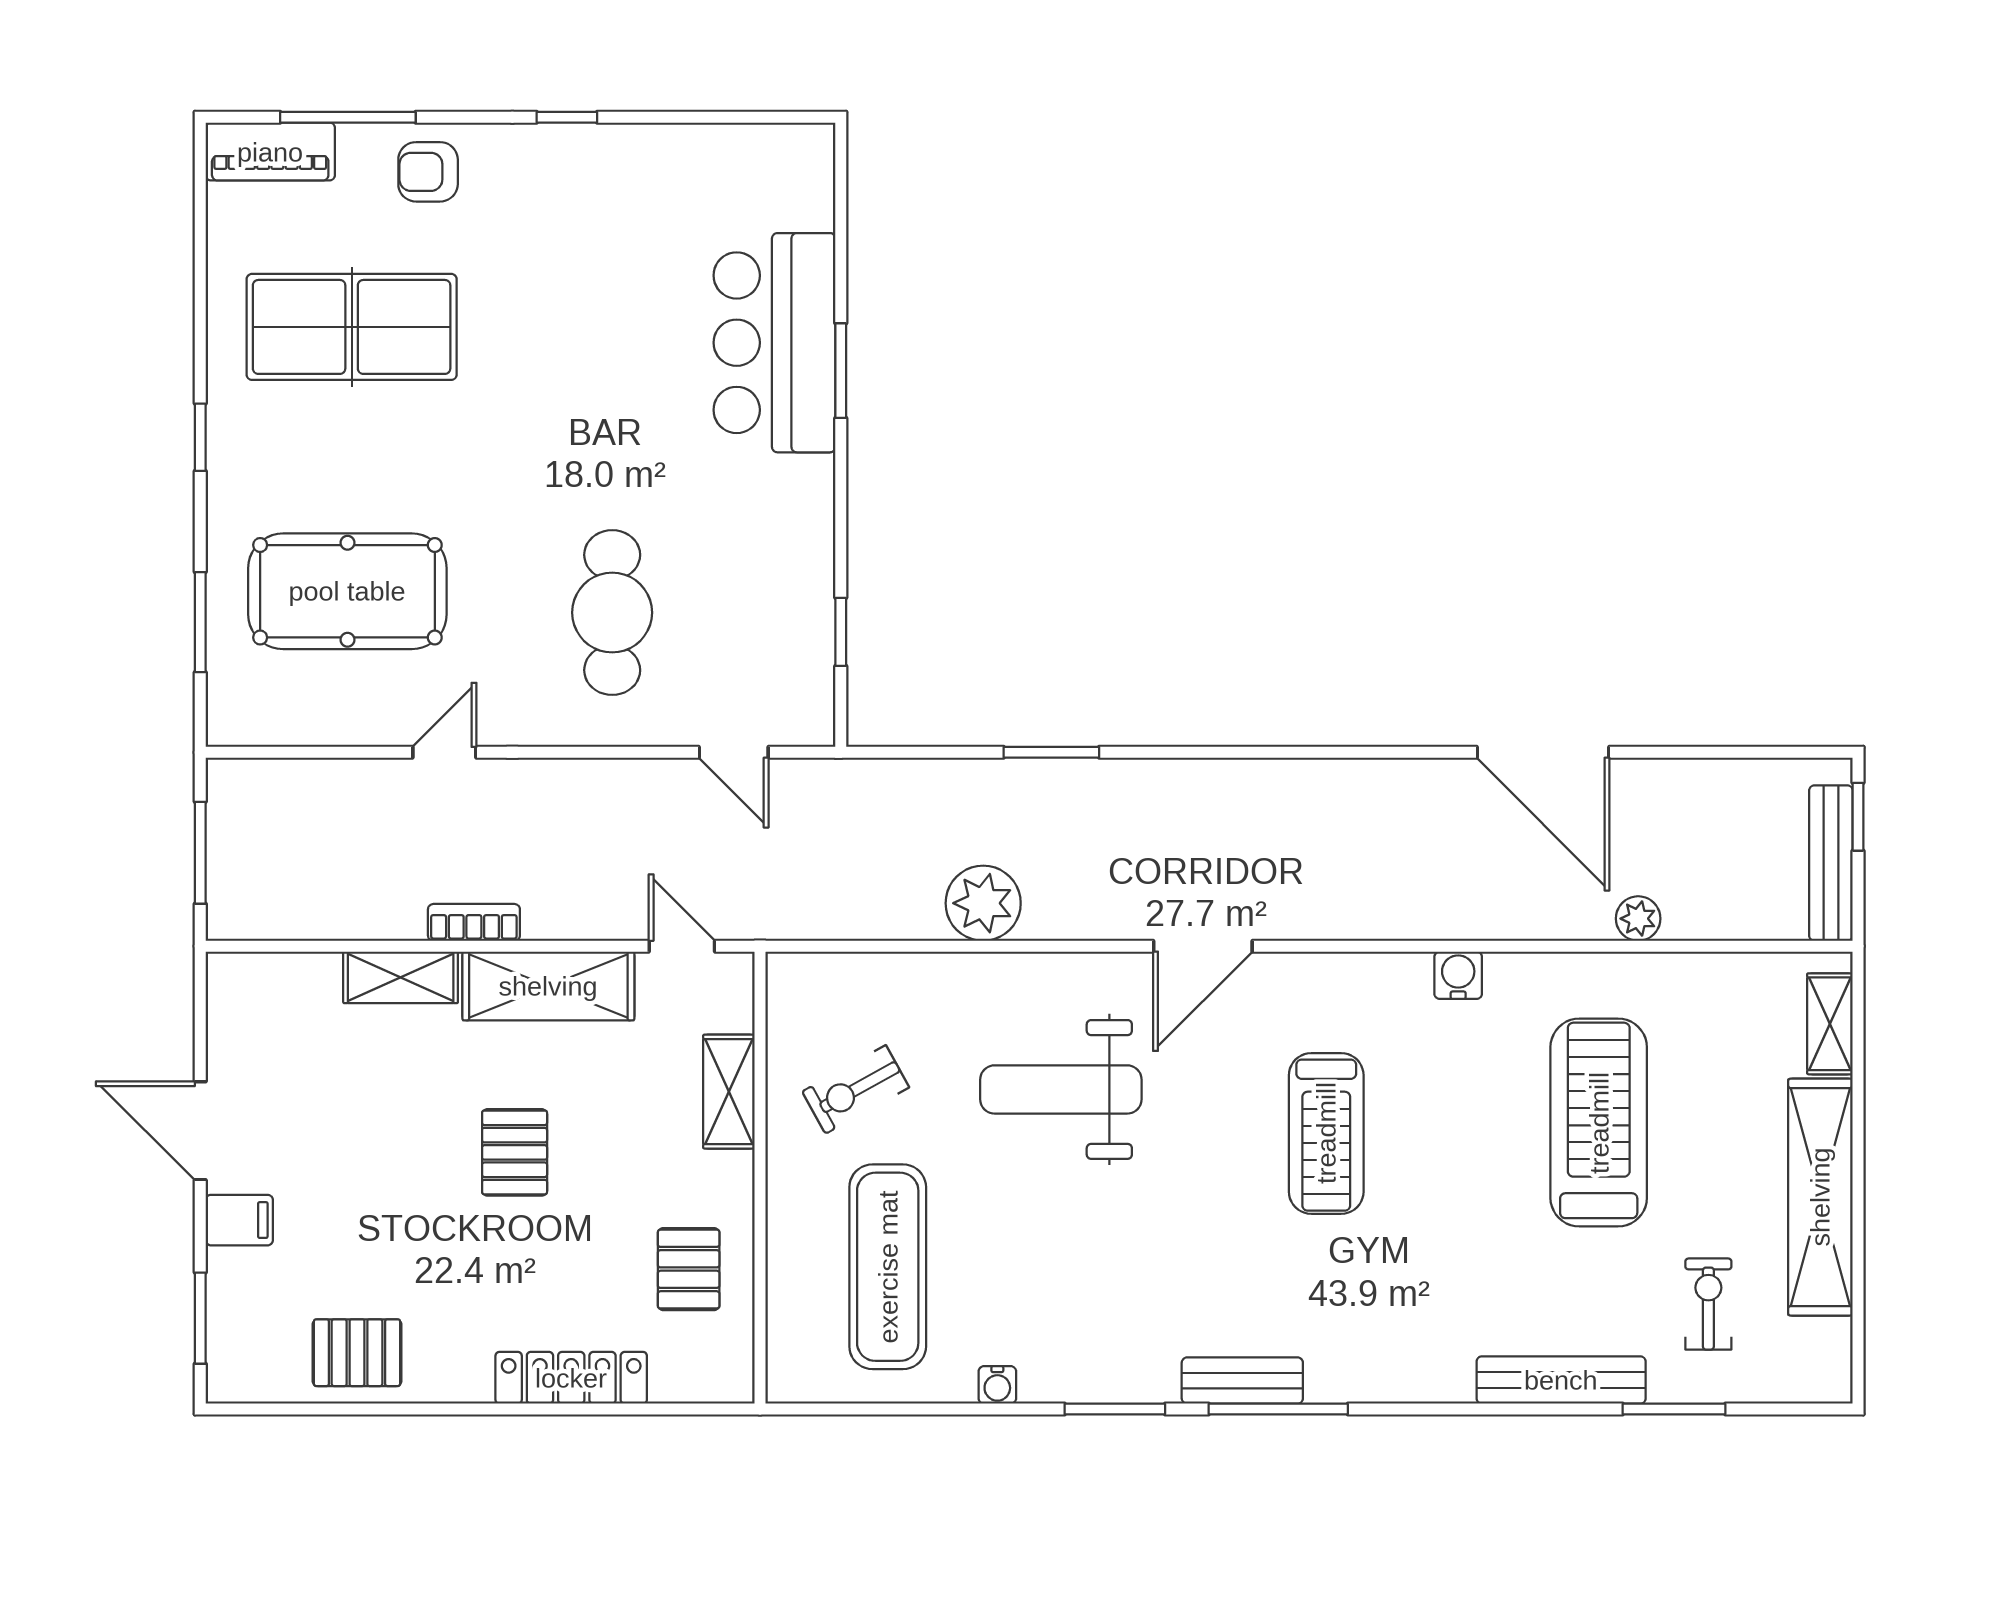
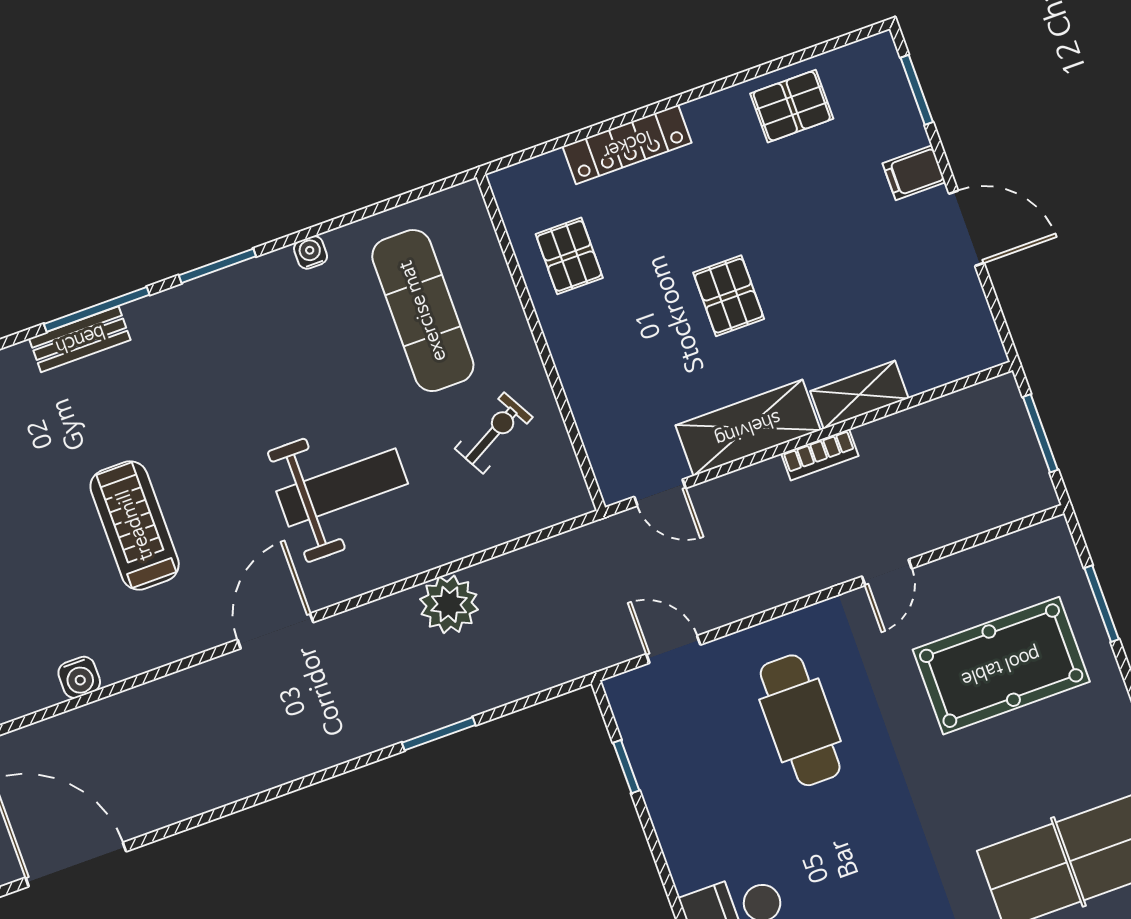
shelving: (729, 1092) -> (587, 398), removed
bench: (1242, 1381) -> (80, 339), moved

